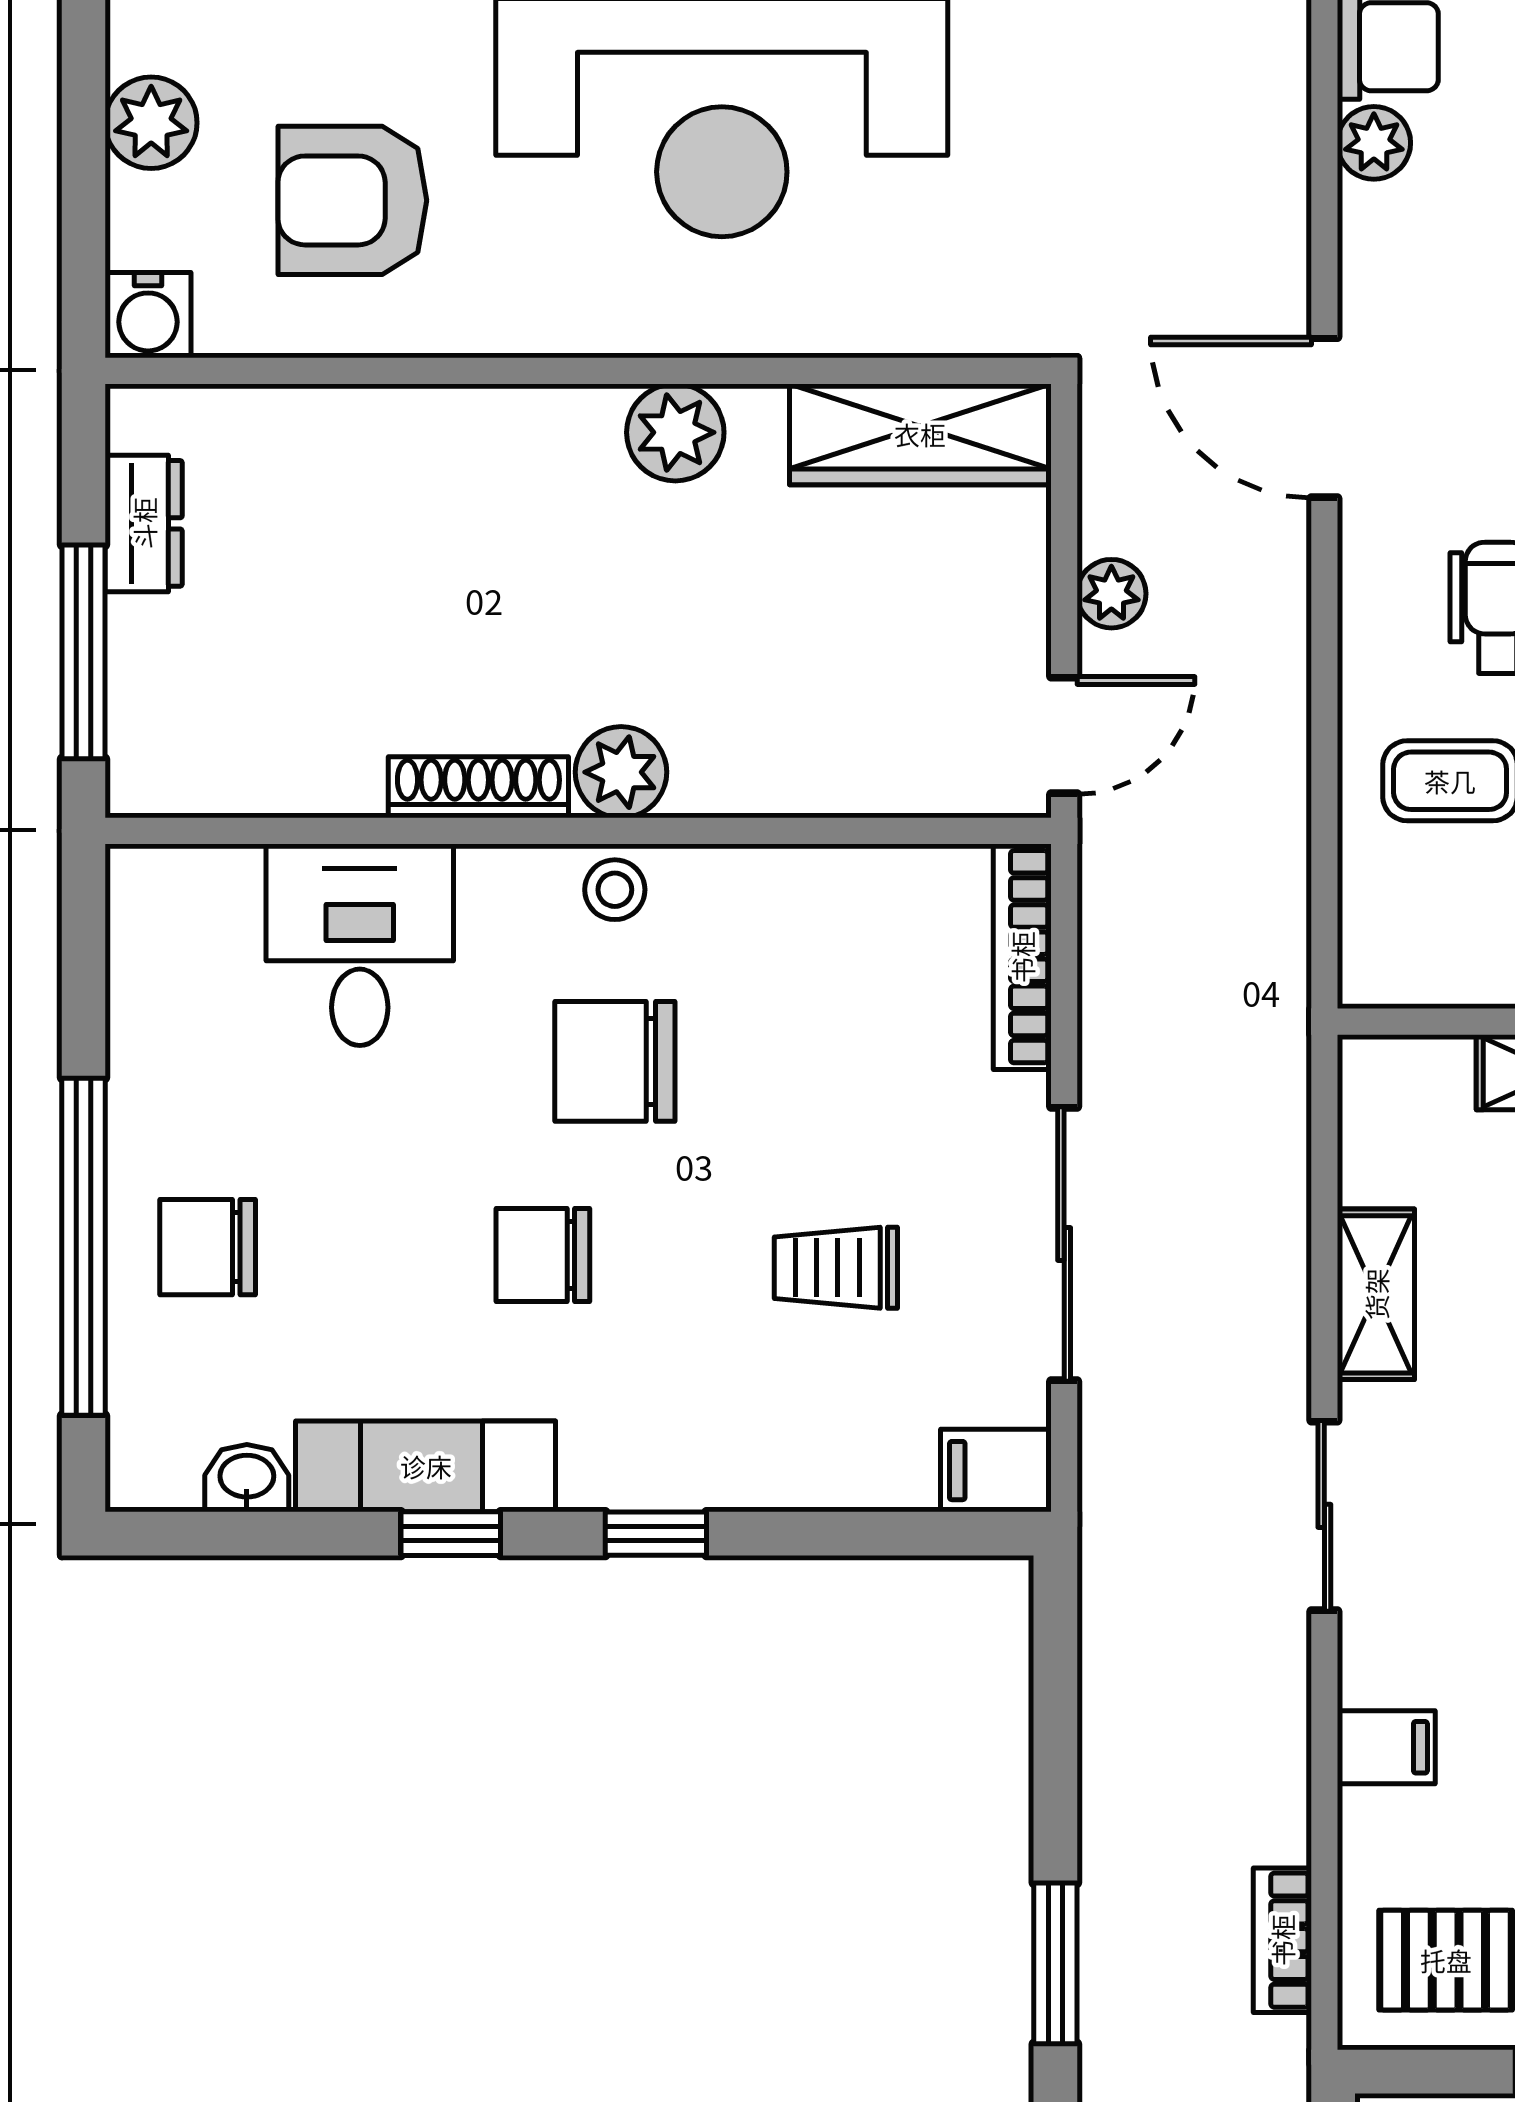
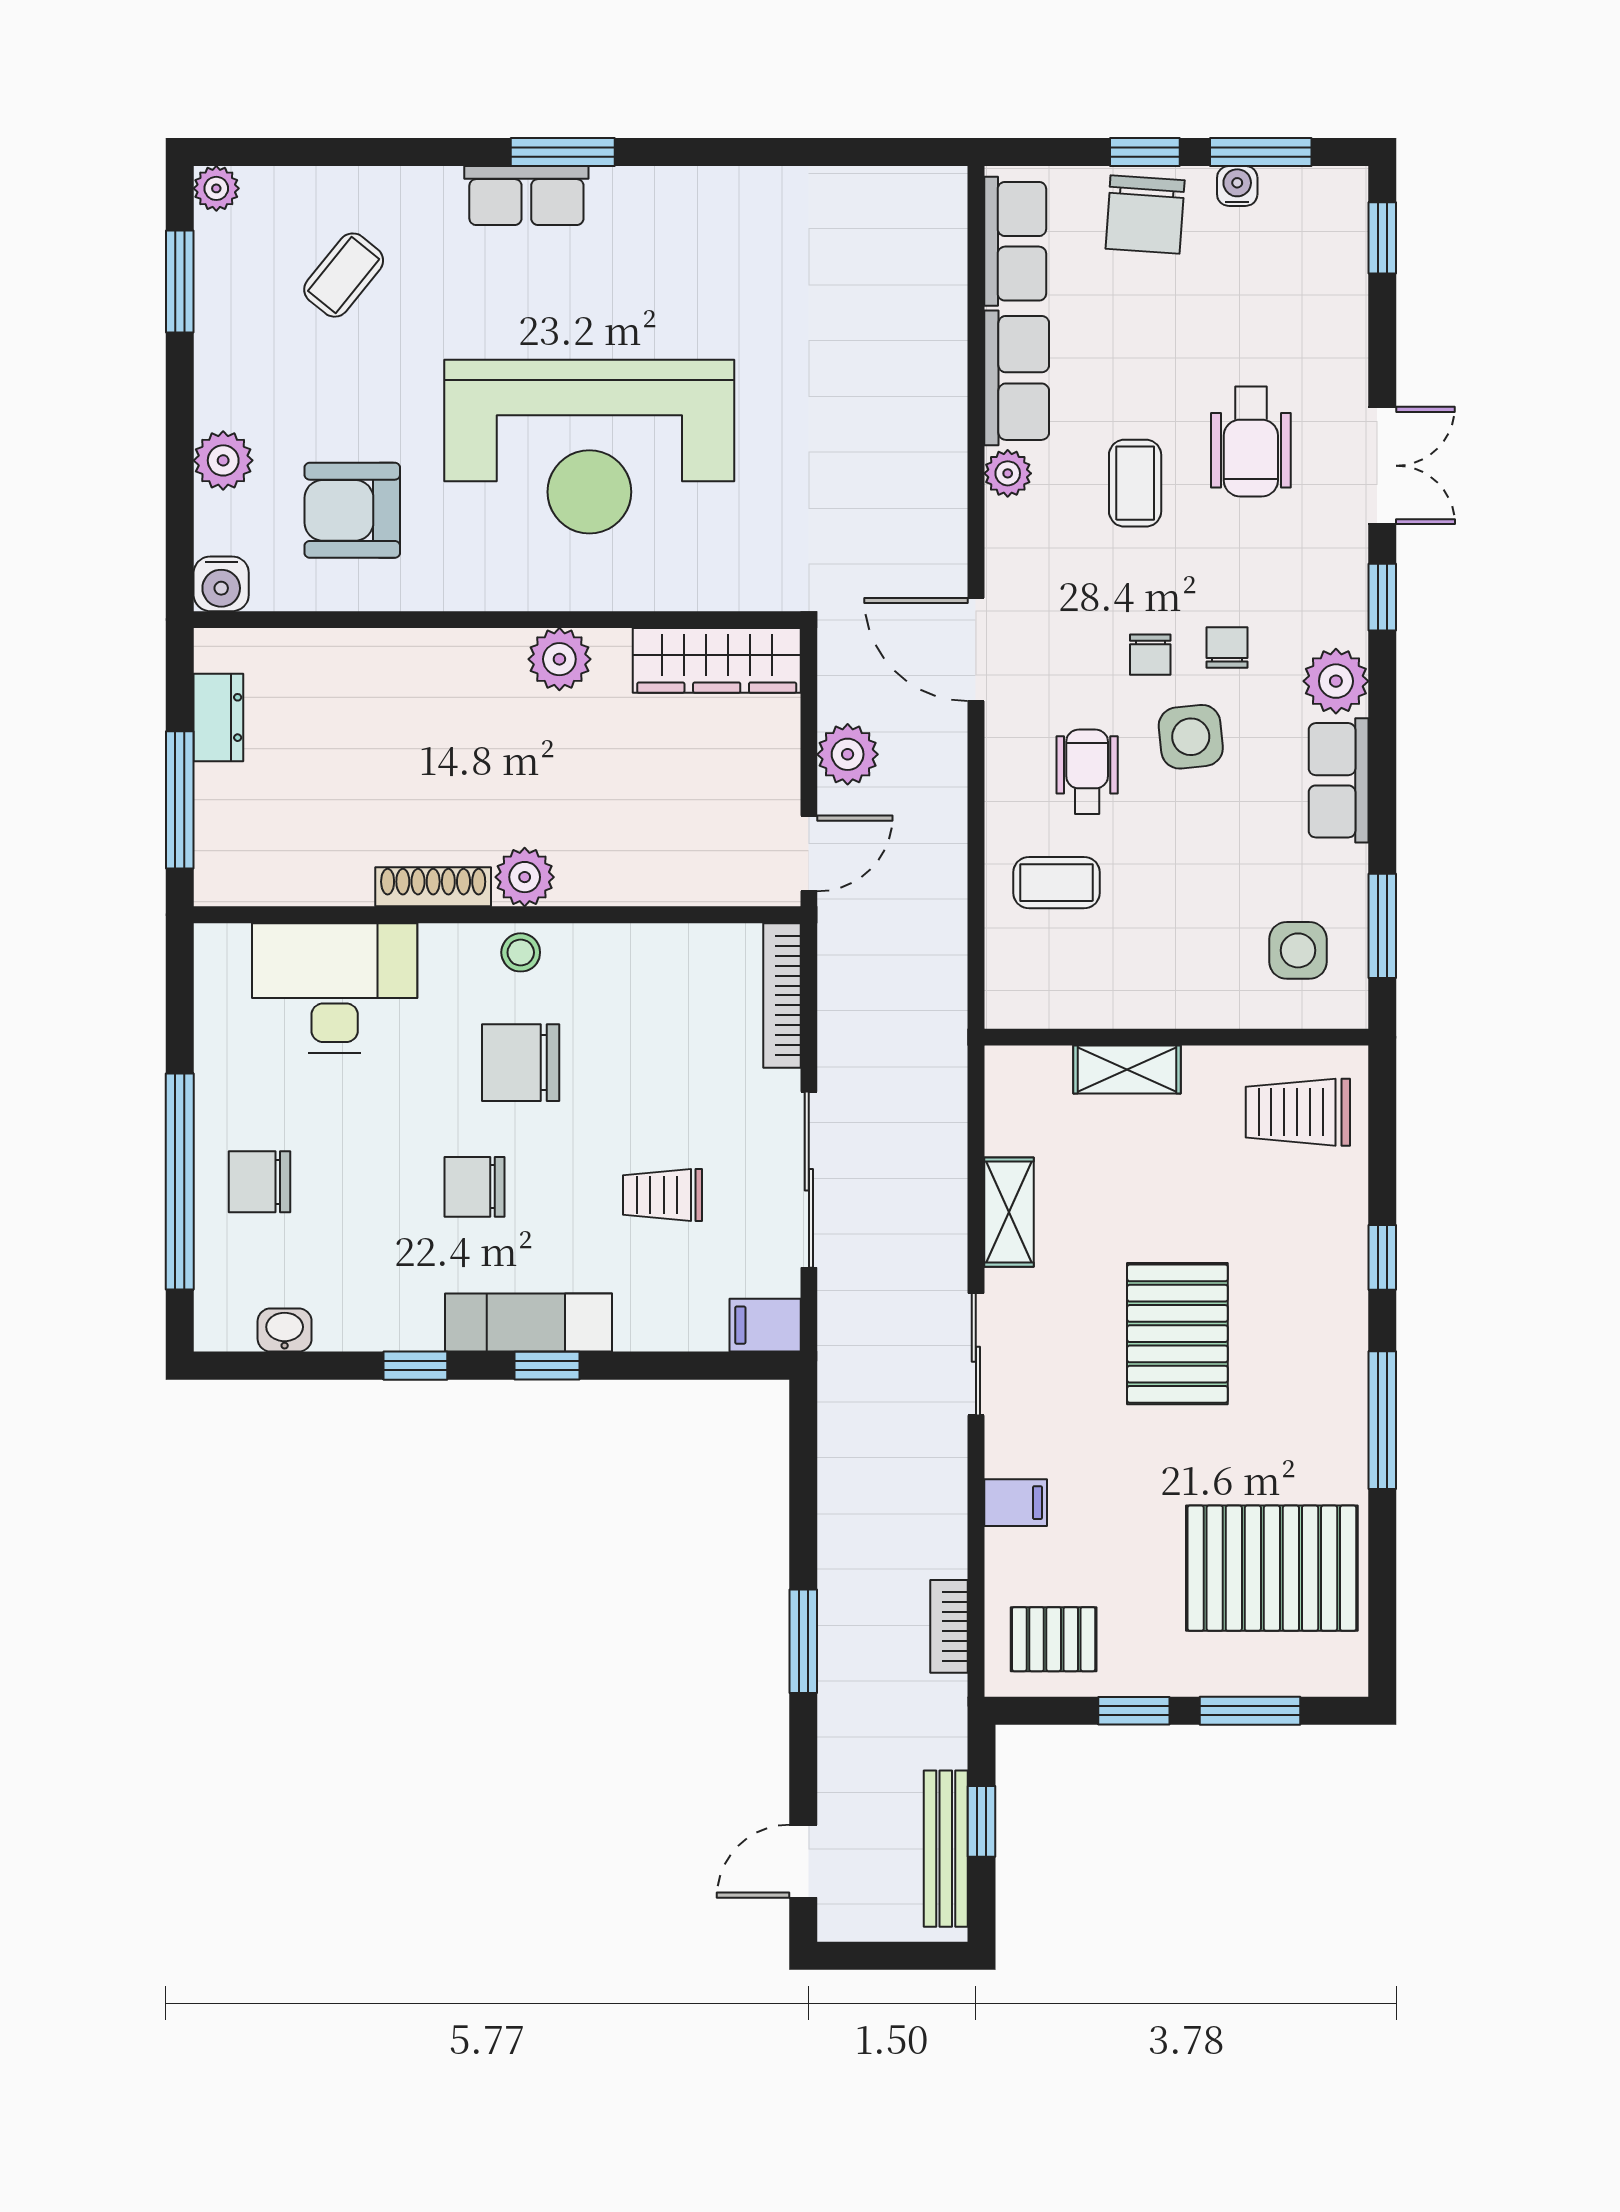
plant: (1111, 594) -> (848, 754), width x1.38, depth x1.38
desk: (360, 945) -> (335, 988), width x1.37
exam couch: (426, 1466) -> (529, 1322), moved

